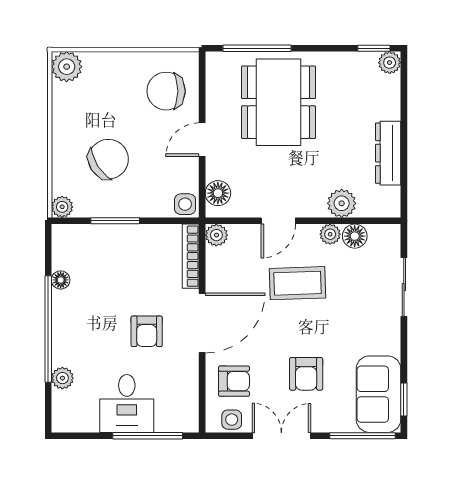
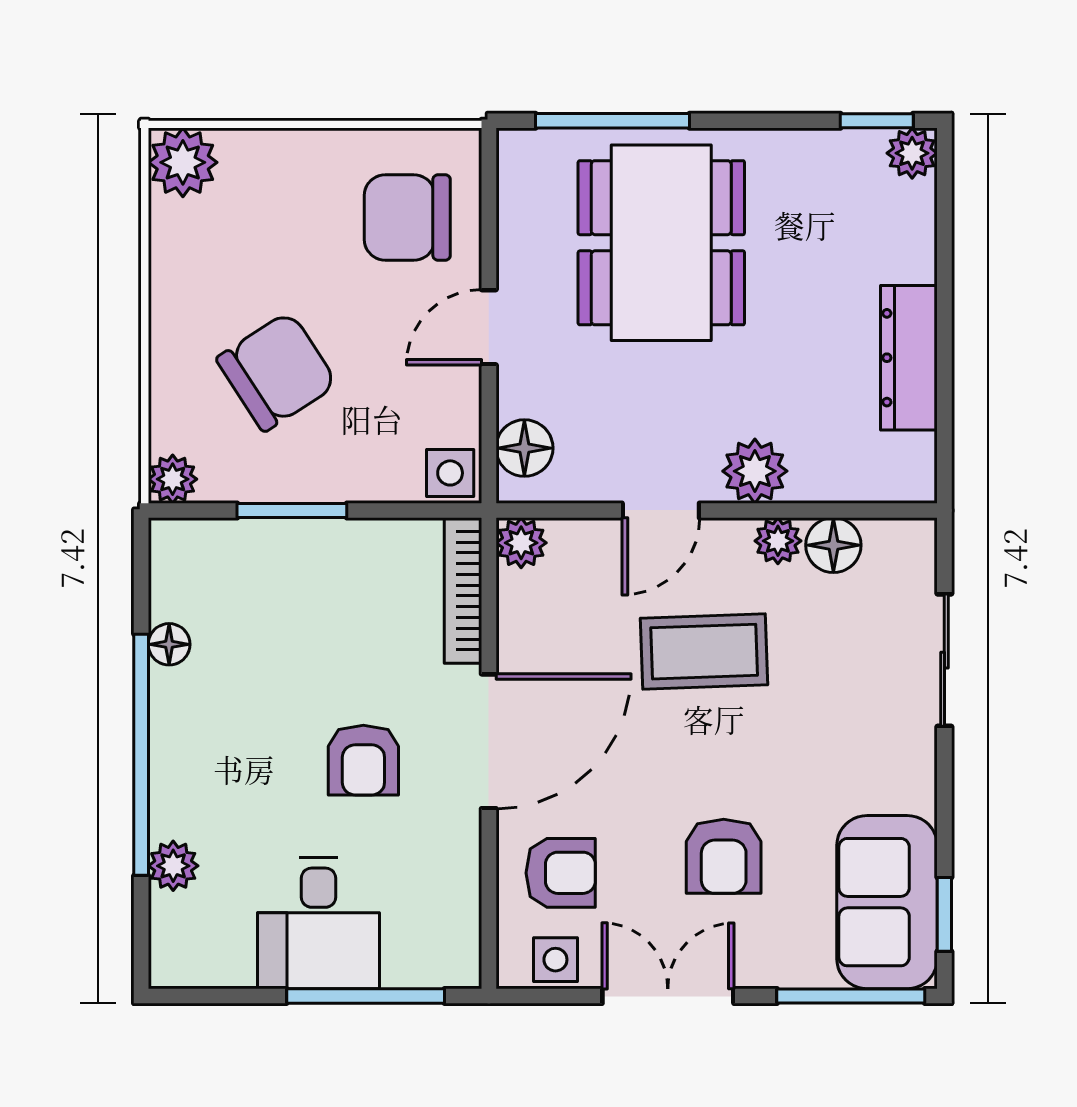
plant: (342, 203) -> (755, 471), moved

